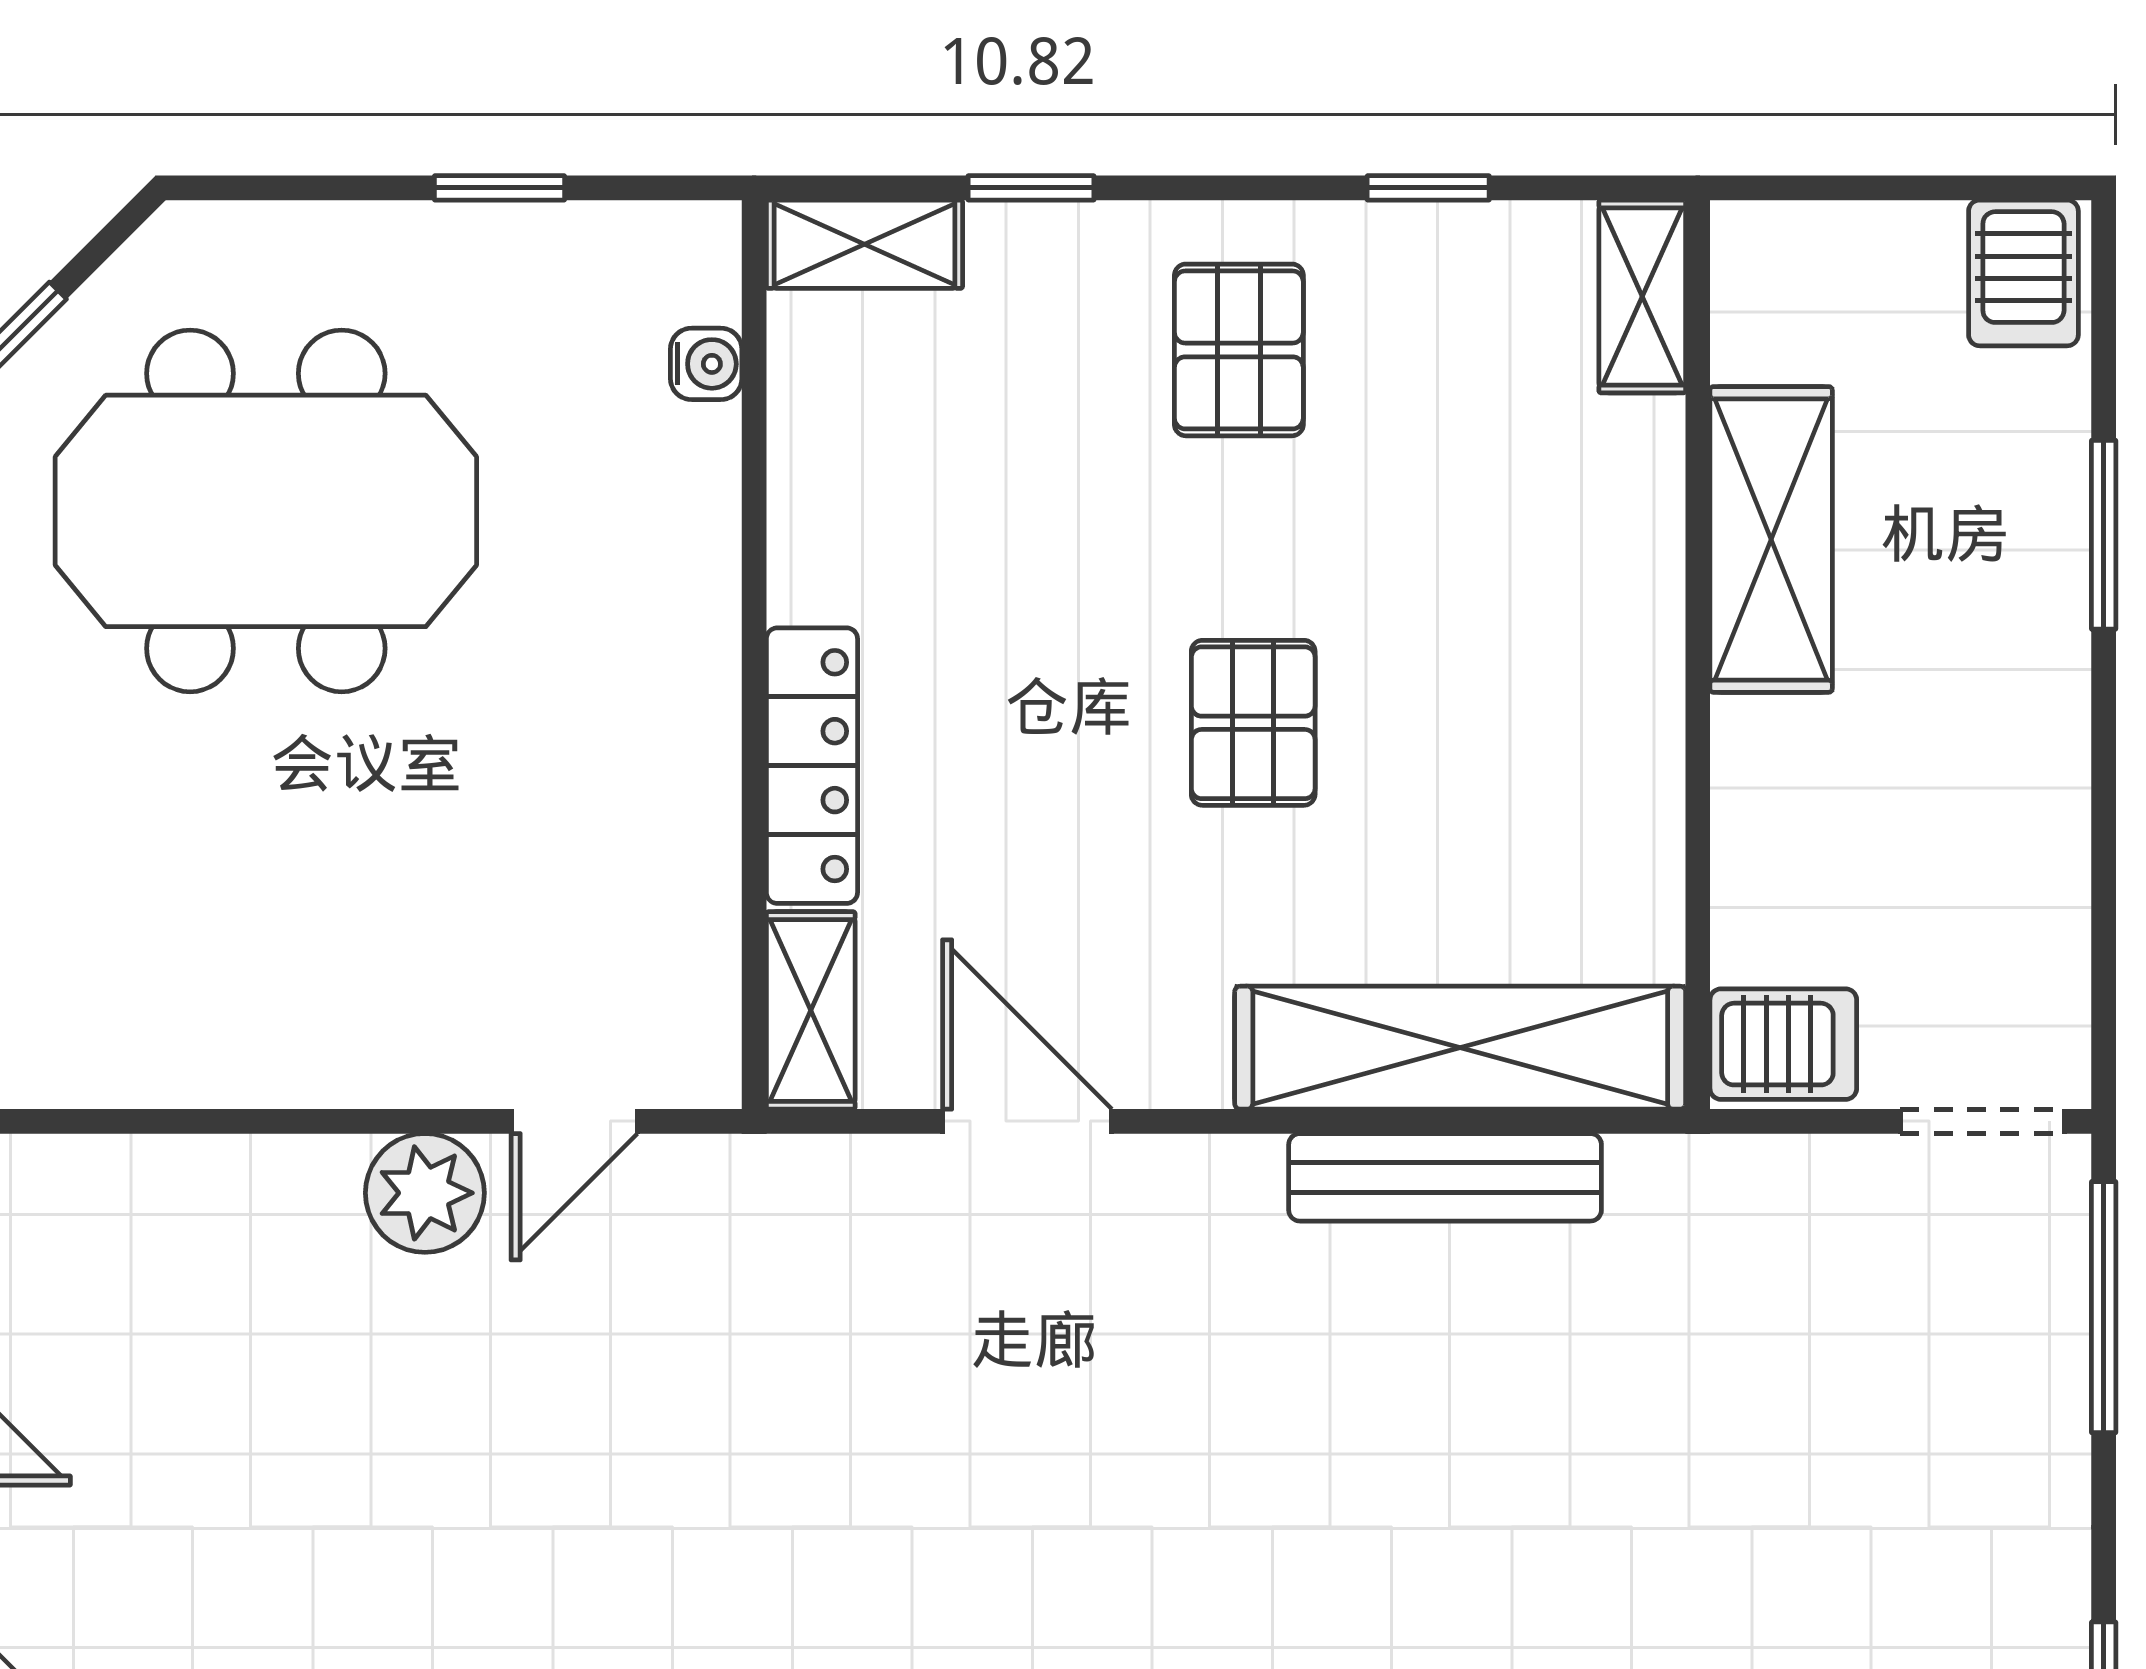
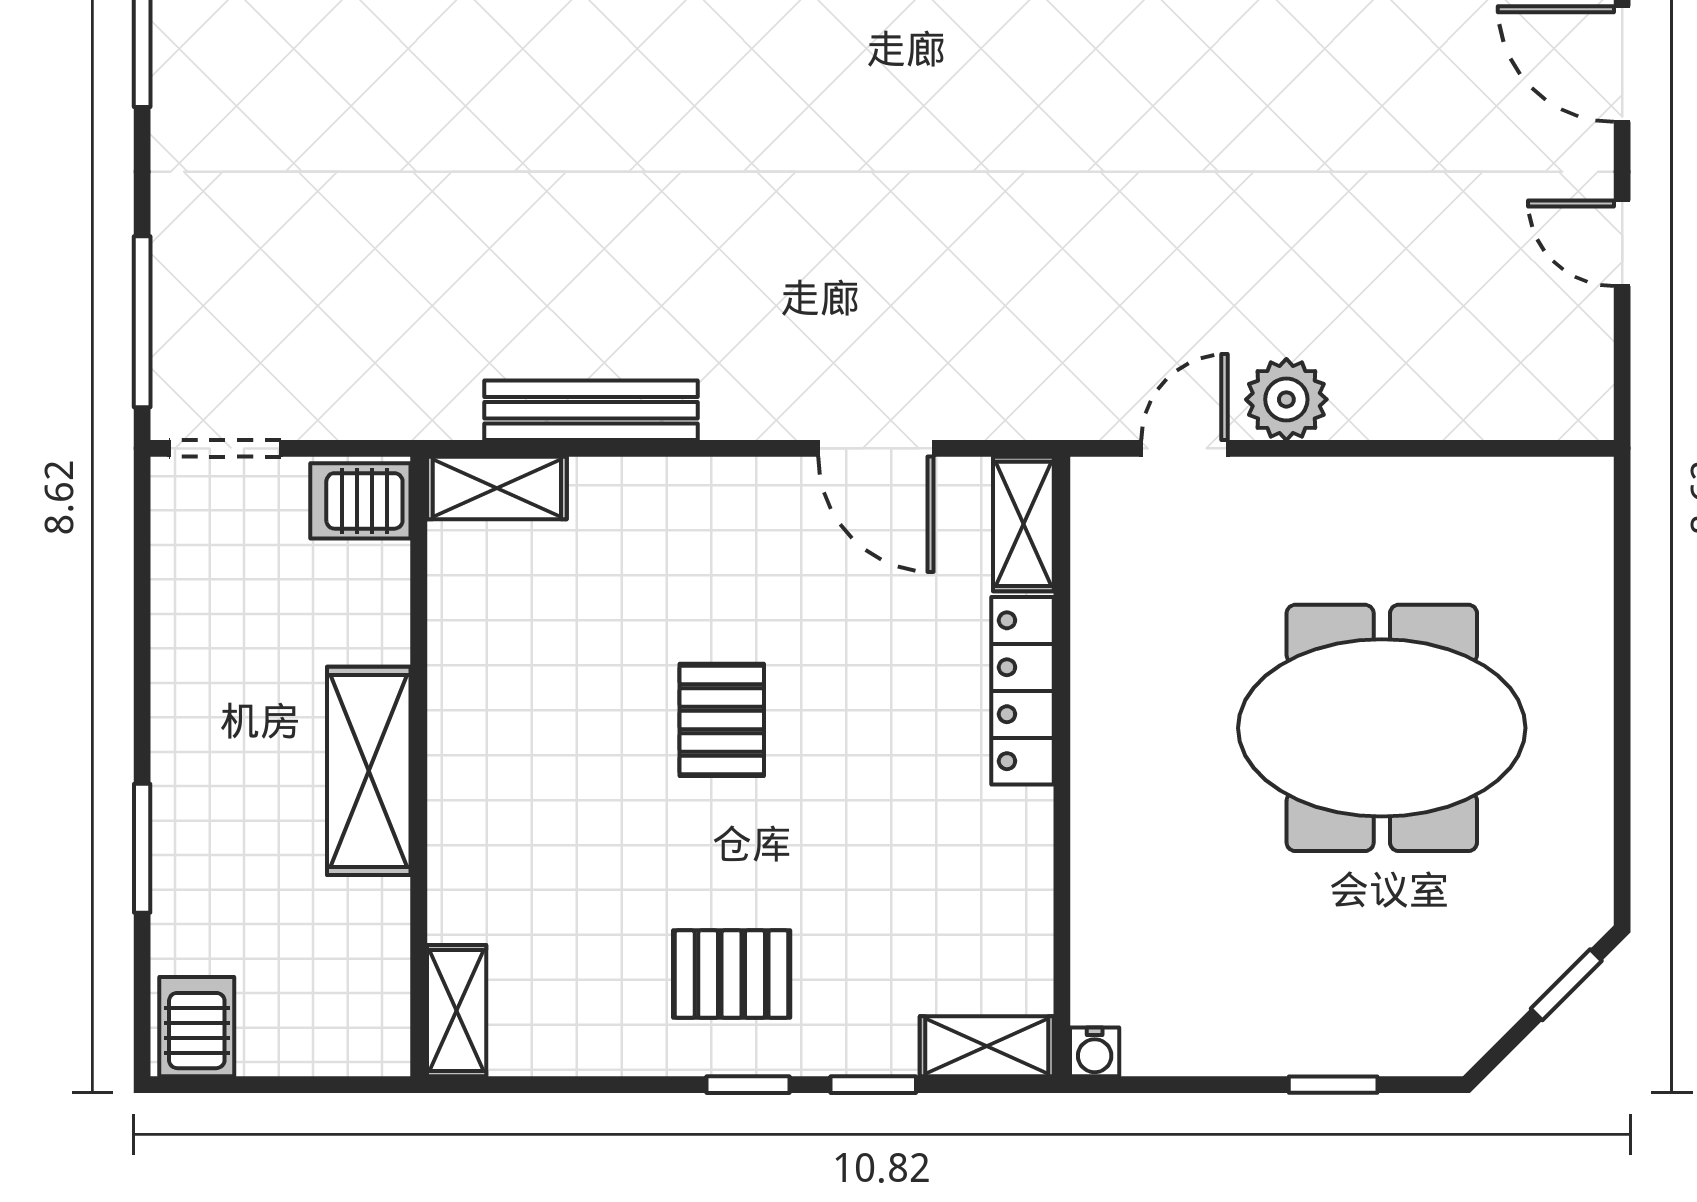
window: (500, 188) -> (1333, 1085), moved
window: (1428, 188) -> (748, 1085), moved
pallet: (1239, 350) -> (732, 974), turned 90
water cooler: (706, 364) -> (1095, 1052), moved, turned -90
meeting table: (266, 511) -> (1382, 728), moved
shelving: (1771, 539) -> (369, 771), moved
shelving: (1460, 1048) -> (497, 488), width x0.45, depth x0.75

